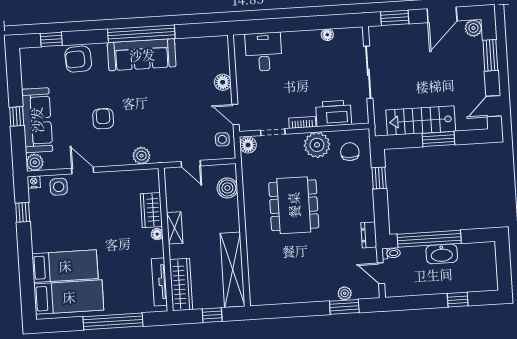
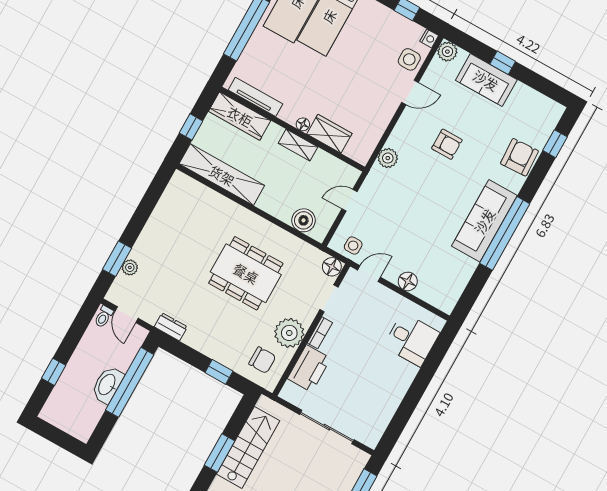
floor lamp: (327, 35) -> (388, 411), removed
sofa: (37, 120) -> (486, 80), width x0.73
toilet: (391, 253) -> (104, 317), moved
door: (381, 273) -> (127, 315), swing flipped

